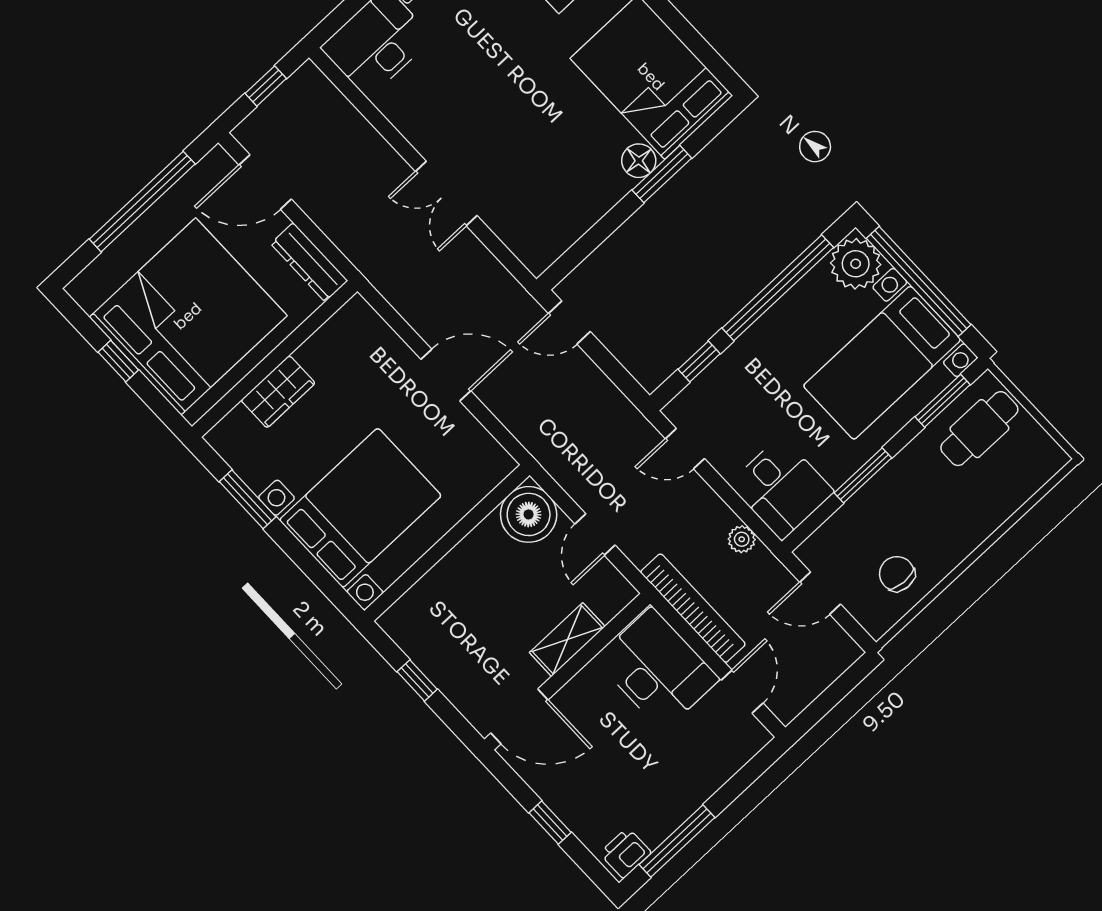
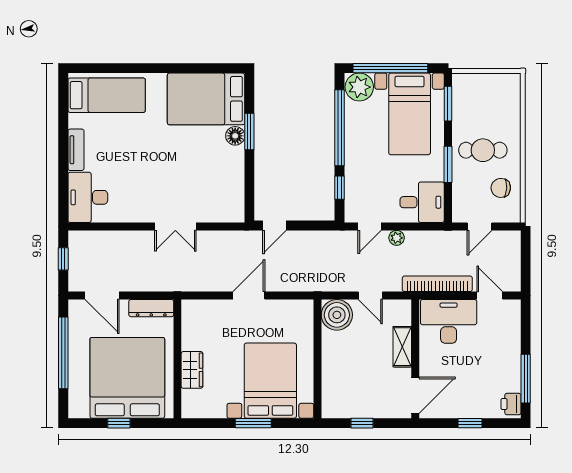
door: (265, 182) -> (102, 296), hinge flipped
cafe table: (979, 429) -> (483, 150), moved, turned 90
window: (248, 499) -> (253, 423), moved
plant: (742, 539) -> (397, 238), moved

